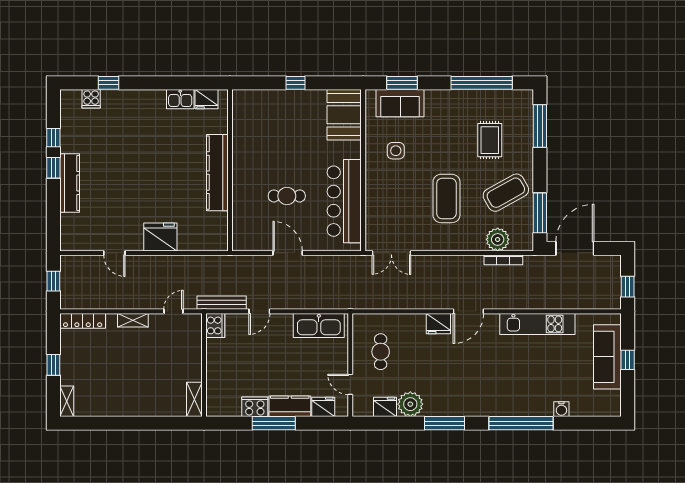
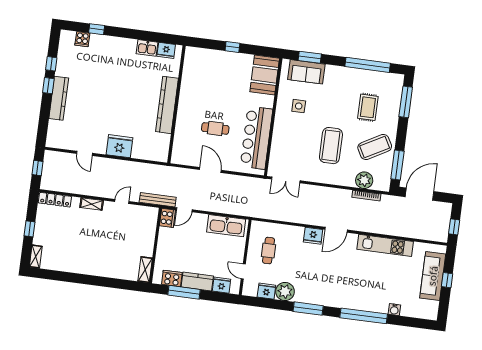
cooker: (215, 325) -> (167, 218), moved
wall: (204, 365) -> (155, 246), moved
shelving: (194, 399) -> (145, 270), moved

